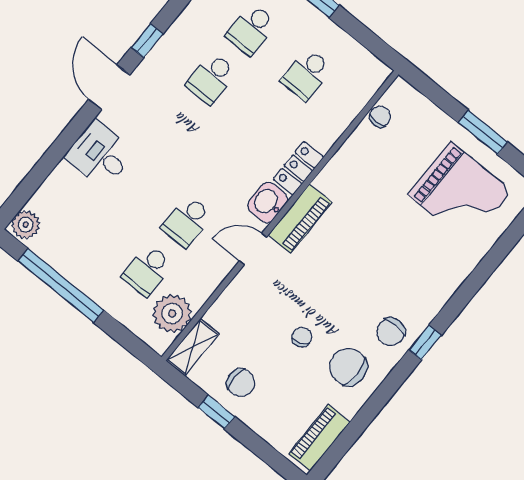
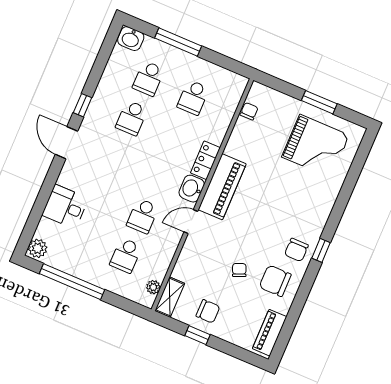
desk: (100, 154) -> (65, 207), moved
piano: (300, 219) -> (222, 187), width x1.37, depth x1.33
plant: (172, 314) -> (153, 287), width x0.53, depth x0.53

